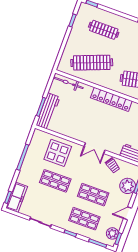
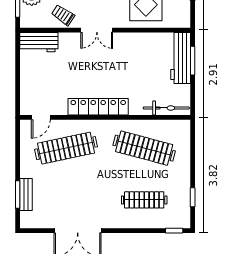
clothes rail: (92, 63) -> (144, 148), turned 36
double door: (95, 148) -> (97, 30), swing flipped

